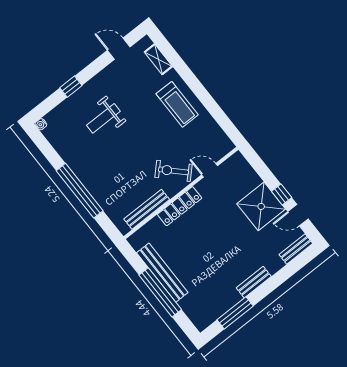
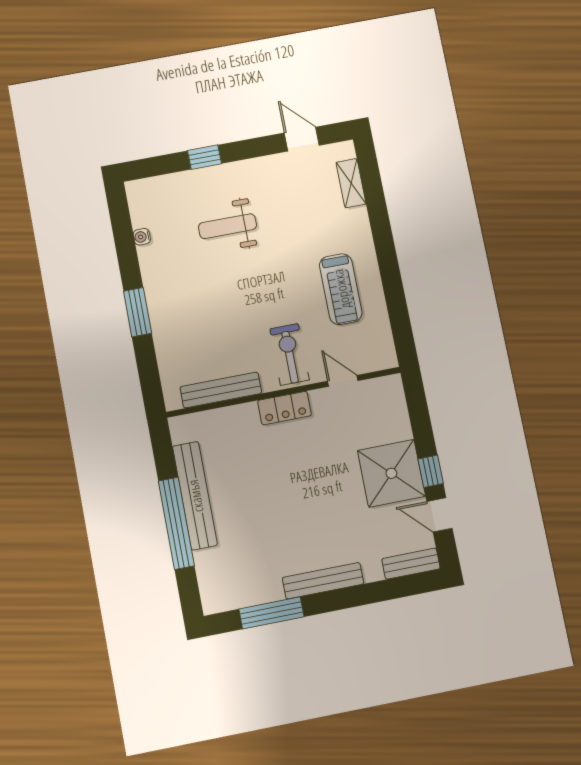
treadmill: (177, 104) -> (341, 289), moved
water cooler: (41, 124) -> (142, 237), moved
exercise bike: (174, 171) -> (289, 354), turned 45
window: (80, 191) -> (138, 312), width x0.47
locker: (180, 206) -> (285, 408), width x0.66
bench: (254, 282) -> (323, 581), width x1.36

